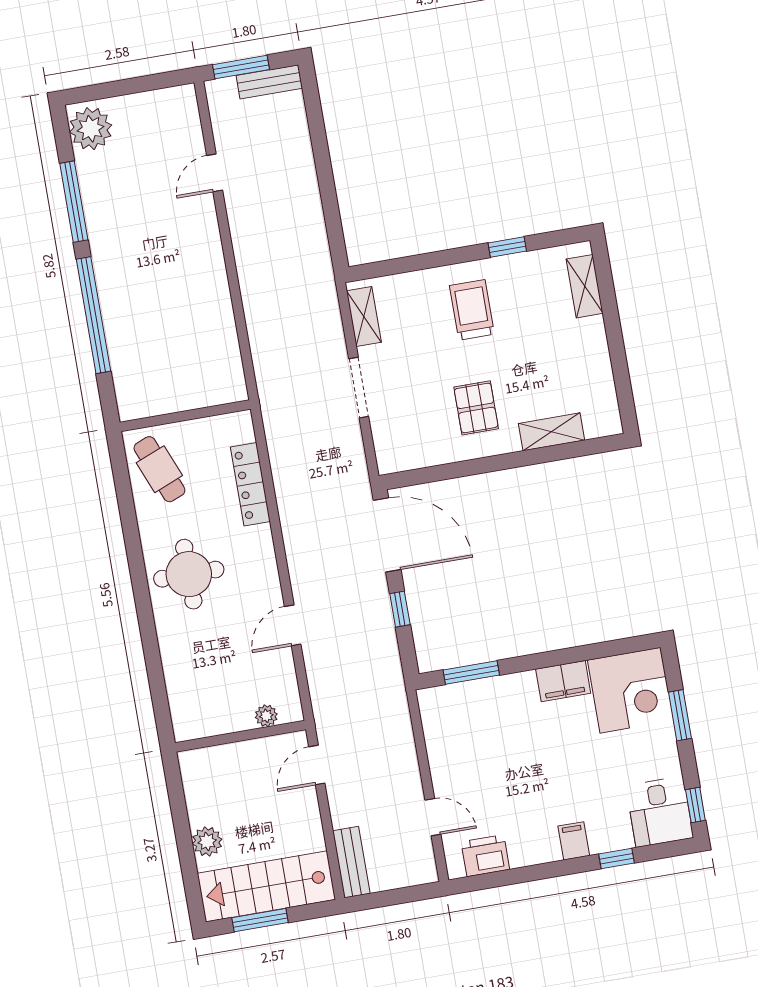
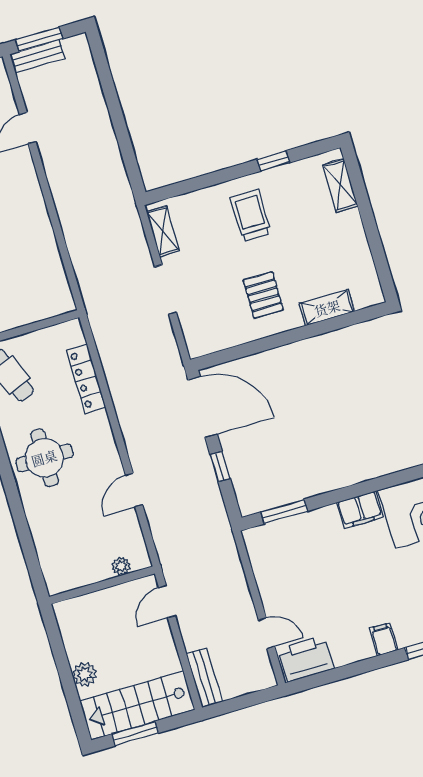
bench: (269, 82) -> (37, 56), moved
printer: (485, 856) -> (306, 659), width x1.37, depth x1.19

